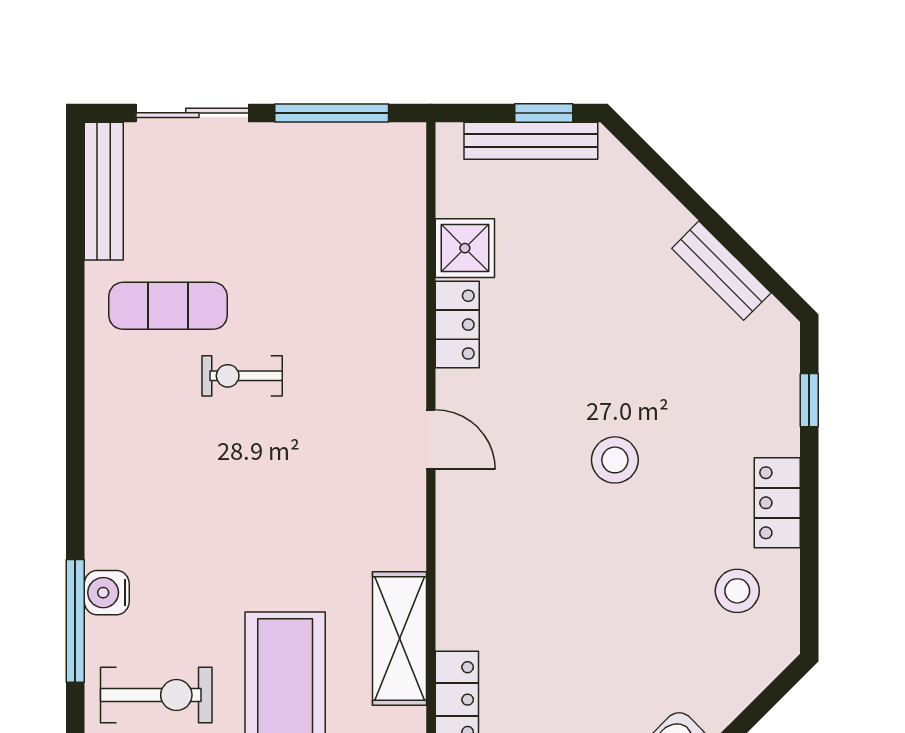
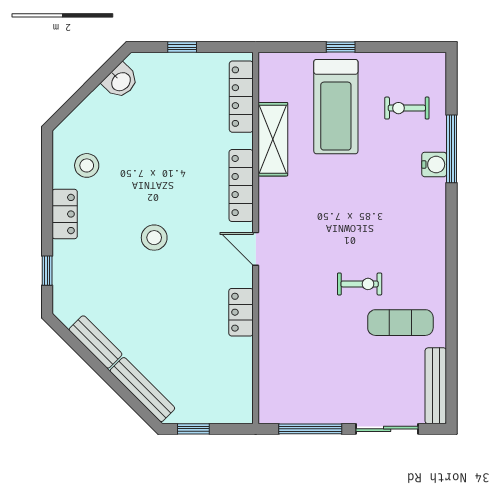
bench: (531, 141) -> (142, 390), moved, turned 45
shower: (465, 248) -> (237, 354), removed
locker: (457, 554) -> (241, 186), added
exercise bike: (156, 695) -> (407, 108), width x0.73, depth x0.72

